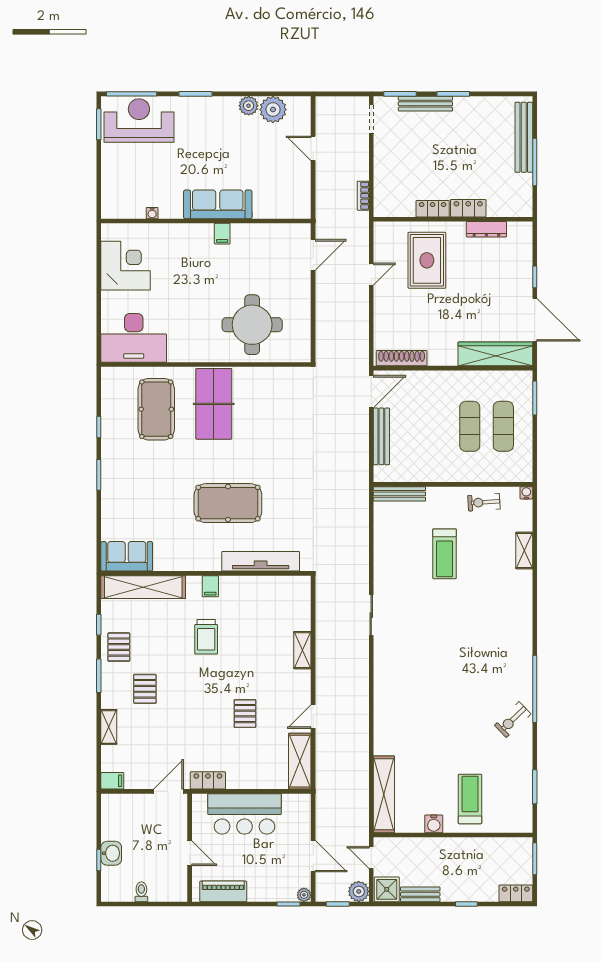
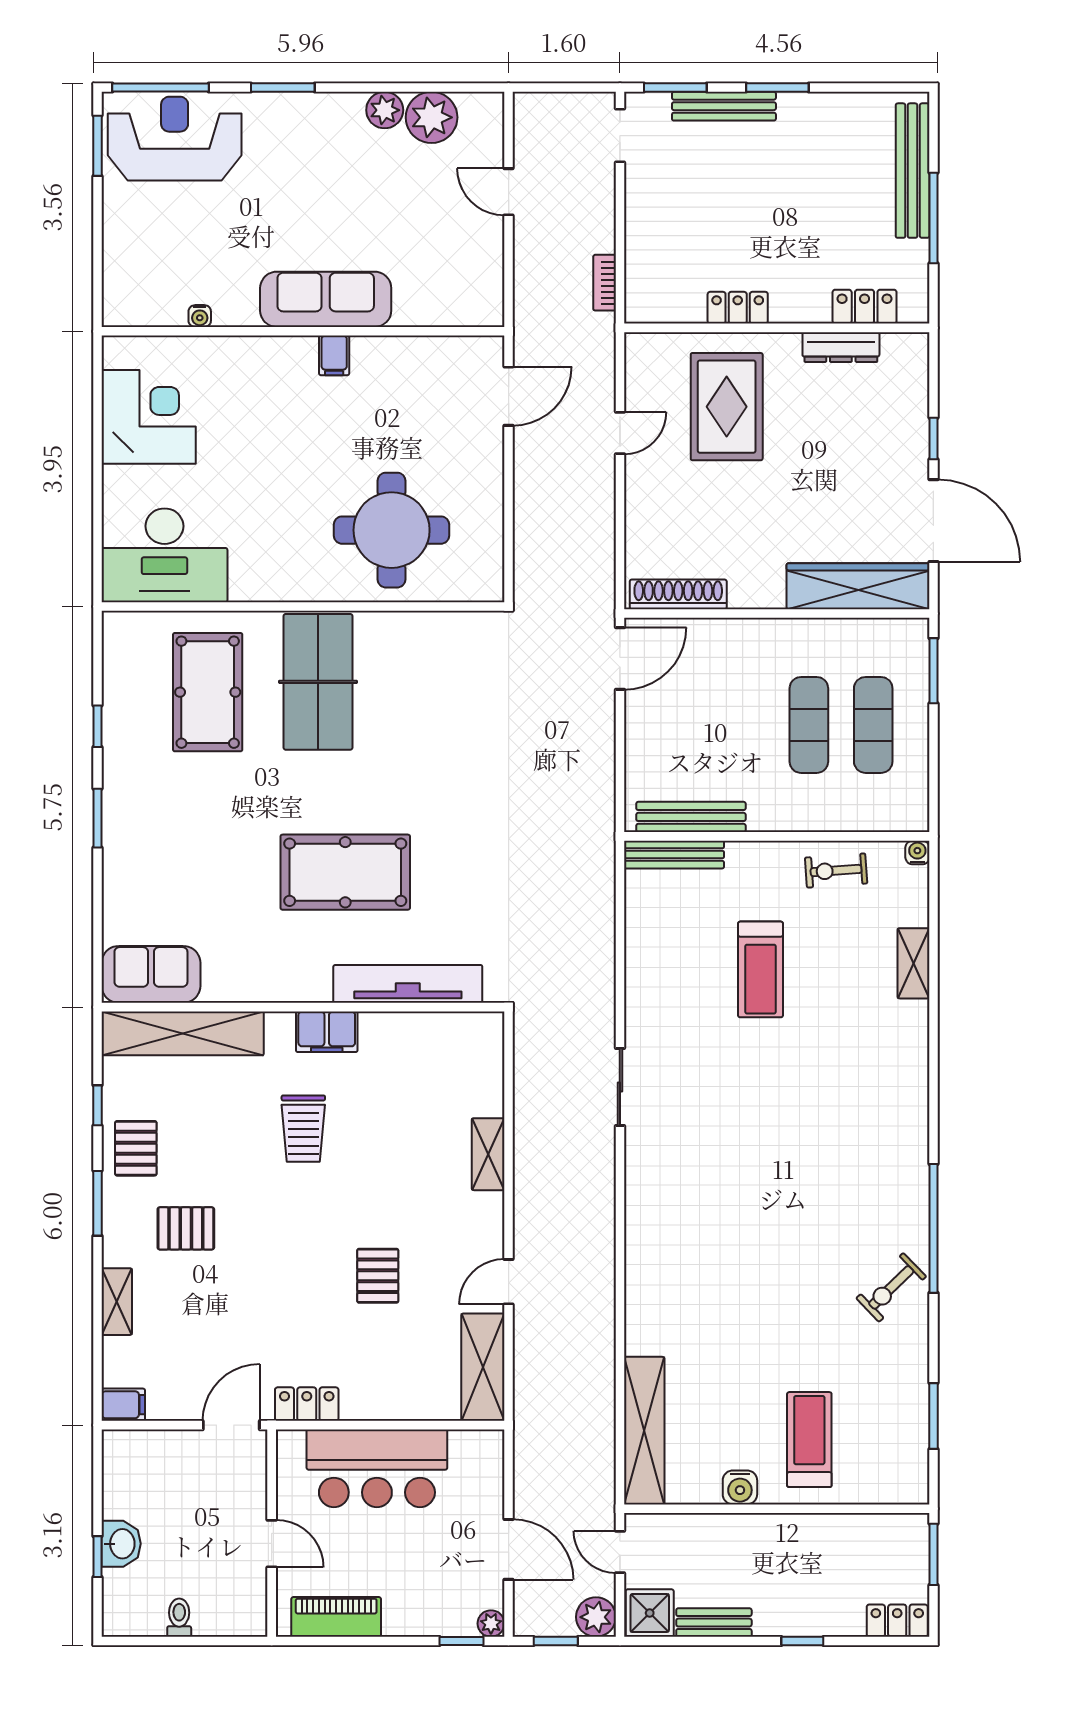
locker: (468, 208) -> (865, 307), moved
bench: (381, 436) -> (691, 817), moved, turned 90
filing cabinet: (210, 586) -> (327, 1032), width x2.00
pallet: (145, 689) -> (186, 1228), turned 90

